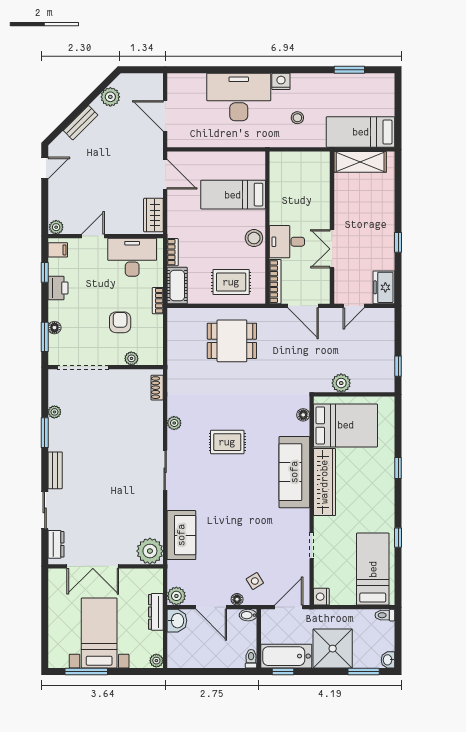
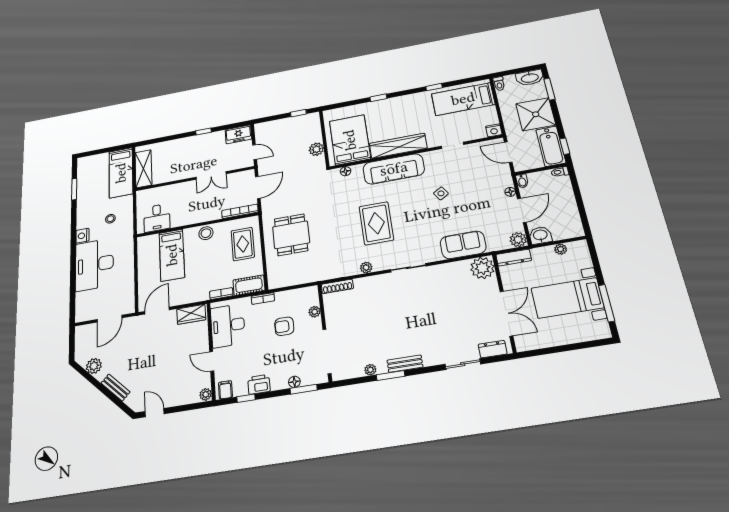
desk: (287, 242) -> (157, 218), moved
shoe rack: (157, 388) -> (337, 286), width x1.43
rug: (227, 442) -> (376, 223), width x1.36, depth x1.43
bench: (55, 470) -> (405, 364), moved
side table: (255, 581) -> (441, 193), moved
dresser: (156, 612) -> (514, 258), moved
washbasin: (388, 660) -> (530, 78), width x1.91, depth x1.45
plant: (156, 661) -> (561, 249), moved

